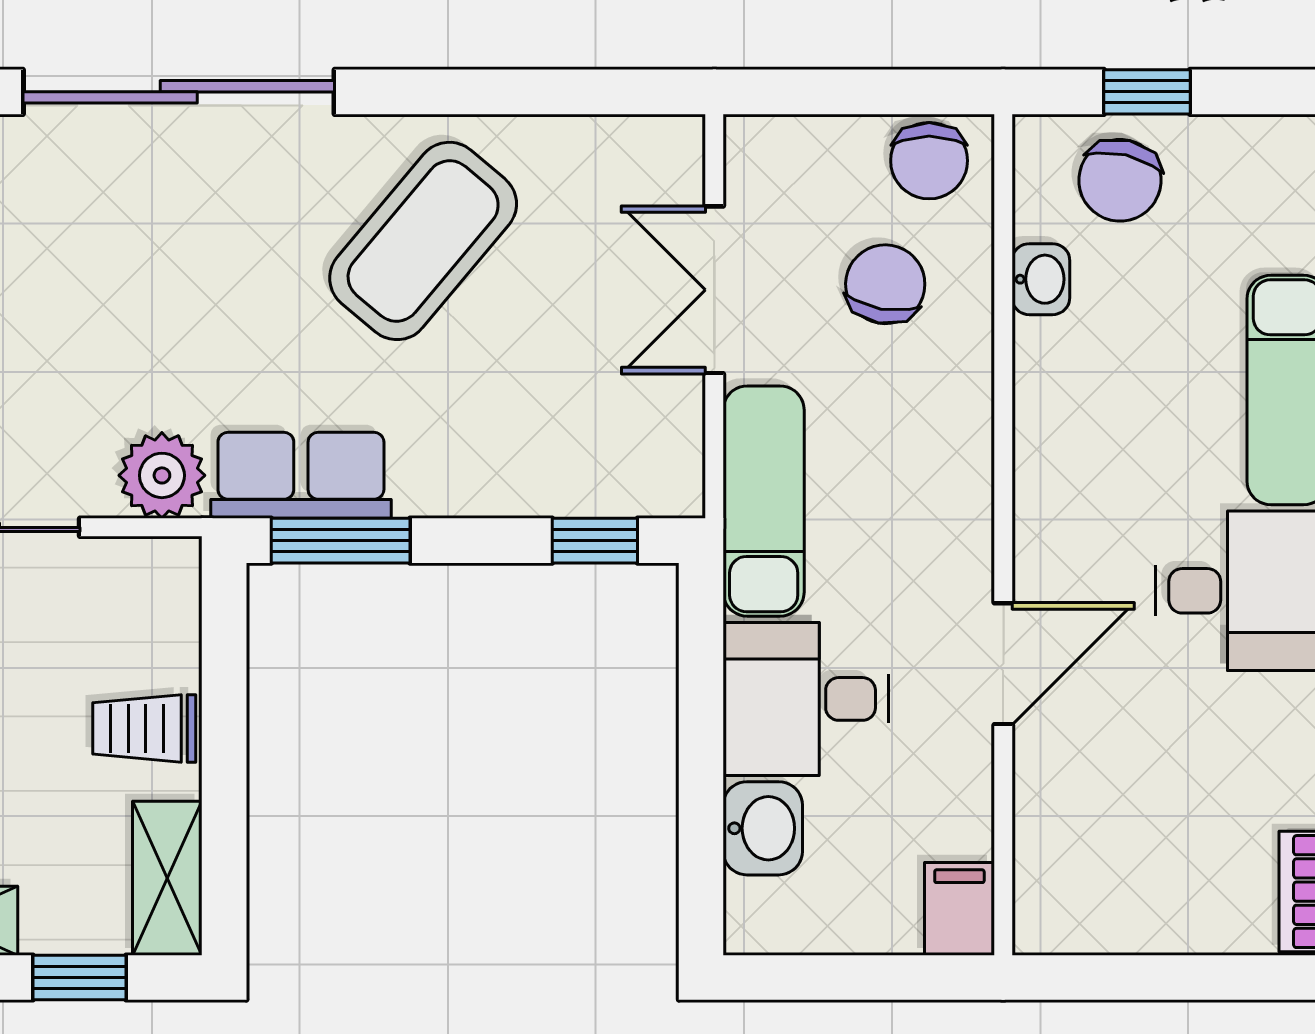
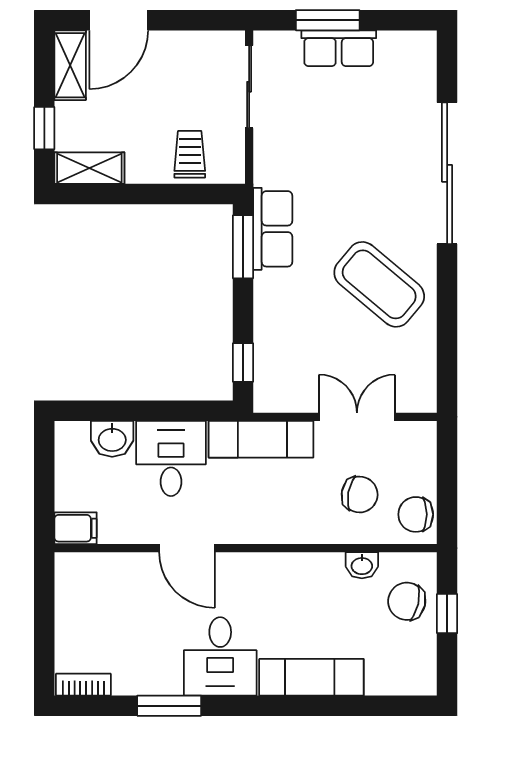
plant: (162, 475) -> (273, 166), removed
trolley: (144, 728) -> (190, 154), moved

